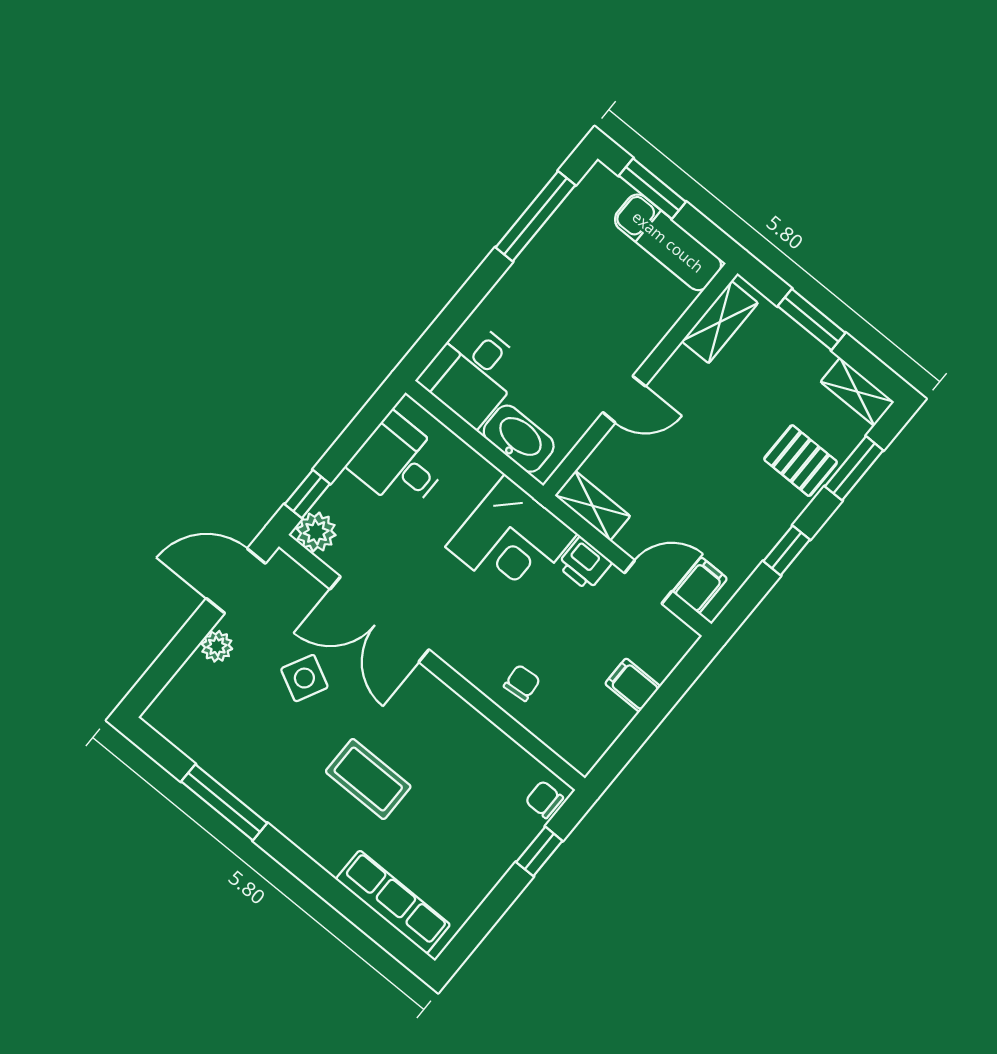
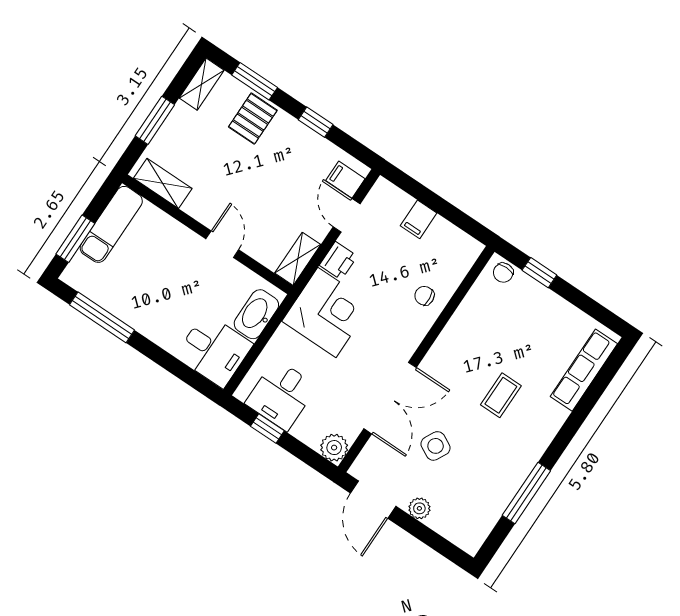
window: (307, 494) -> (267, 428), moved
coffee table: (368, 779) -> (501, 395), width x0.73, depth x0.77

